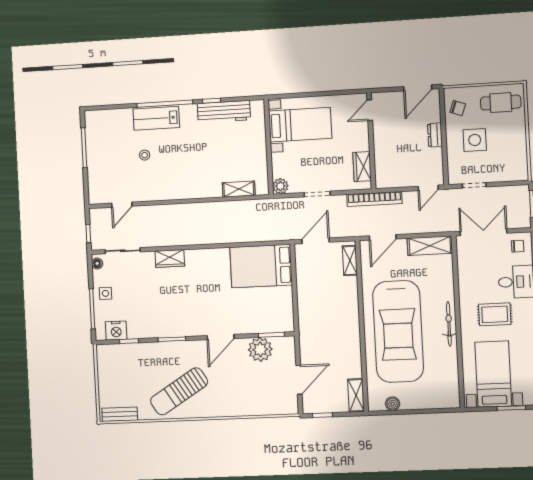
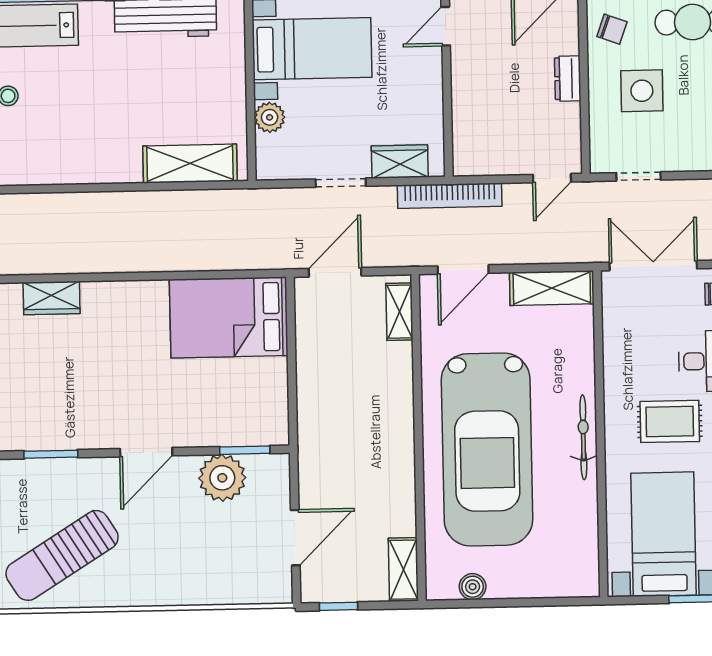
wardrobe: (362, 167) -> (400, 162), moved, turned 90
plant: (280, 186) -> (270, 117), moved
shelving: (239, 189) -> (190, 164), width x1.50, depth x1.33

